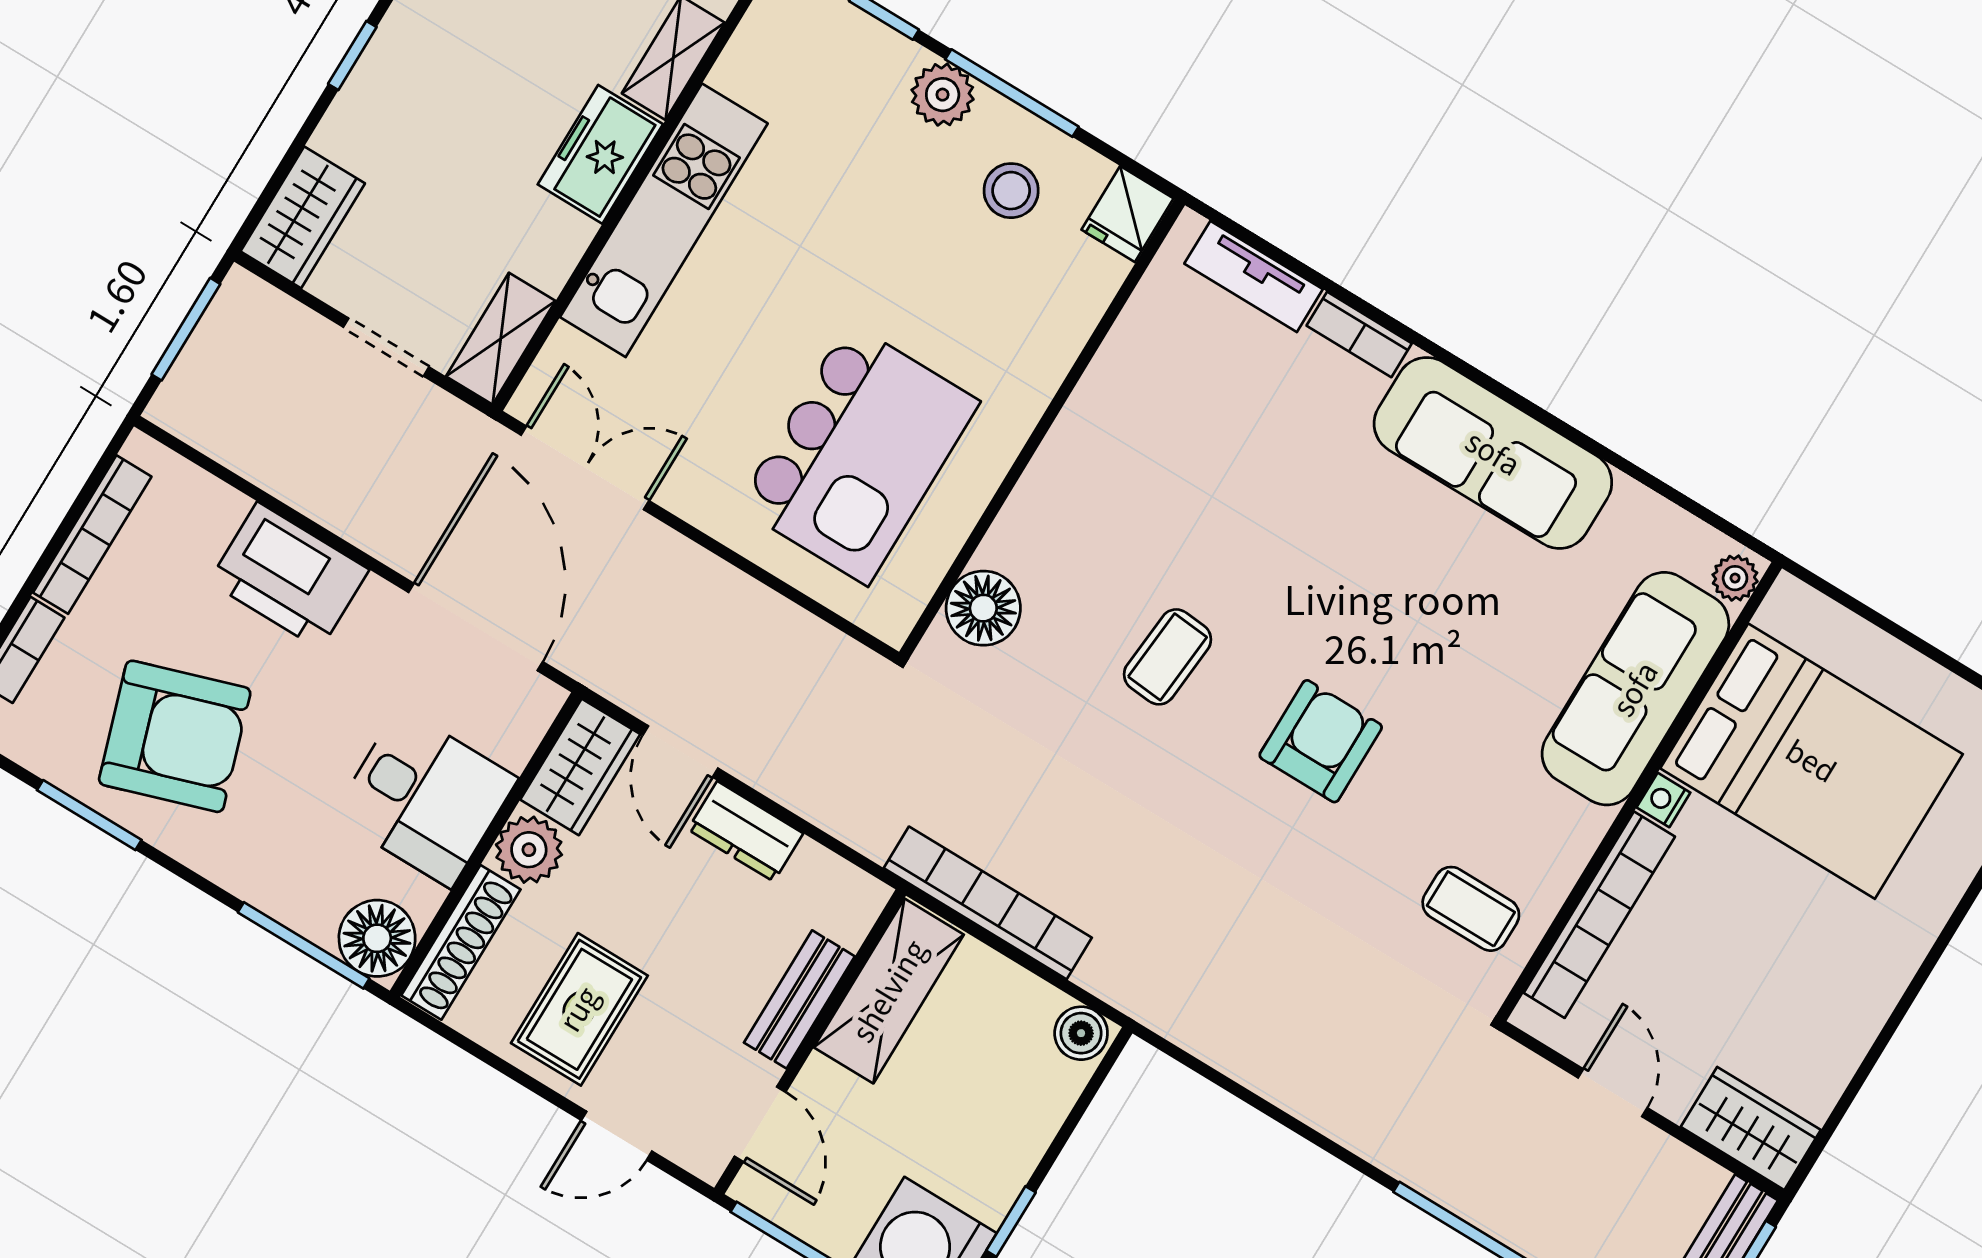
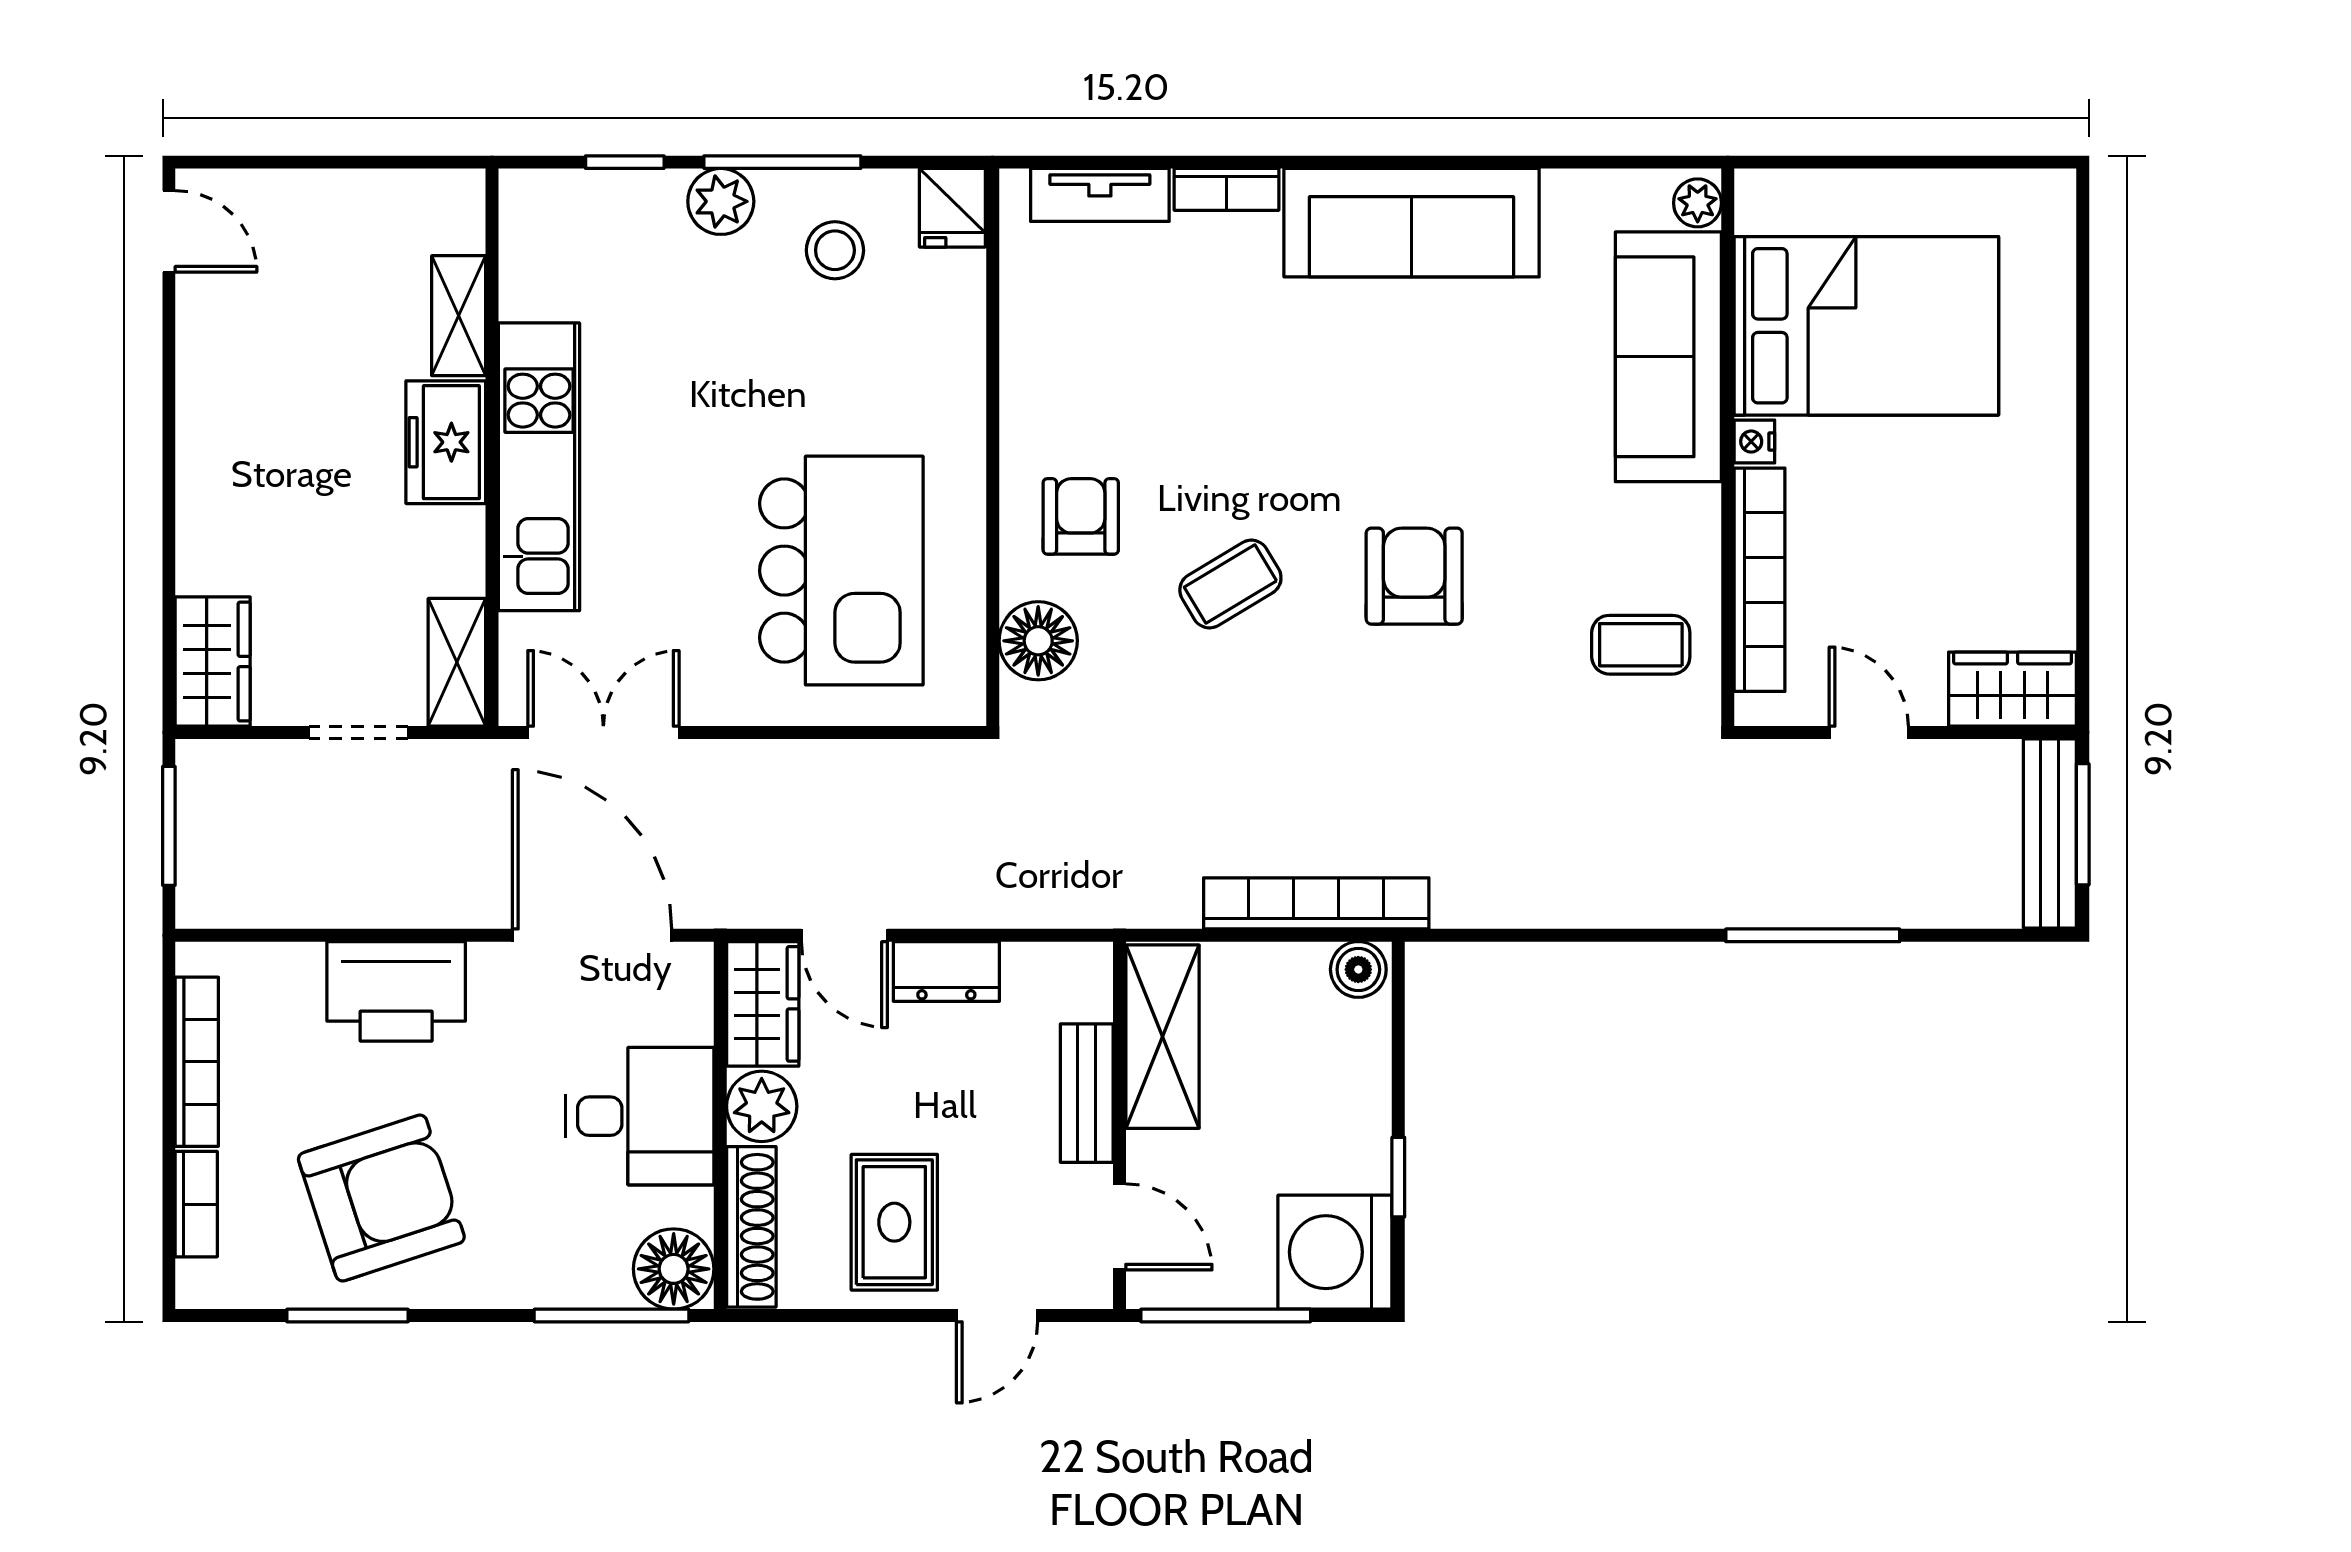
window: (352, 56) -> (169, 489), removed
armchair: (1079, 528) -> (1081, 516), added
coffee table: (1168, 657) -> (1230, 584), turned 54
bookcase: (988, 903) -> (1316, 903), moved

